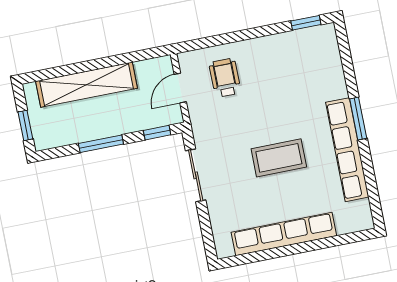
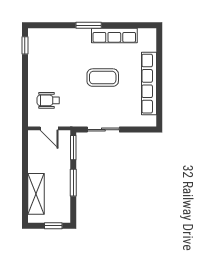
shelving: (87, 85) -> (36, 194), width x0.68
window: (157, 133) -> (73, 148), width x1.50
row of seats: (347, 150) -> (114, 36), width x0.73
coffee table: (279, 158) -> (103, 78), turned 90

